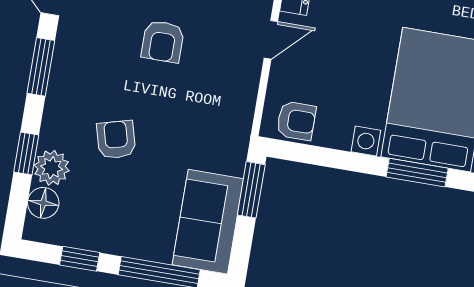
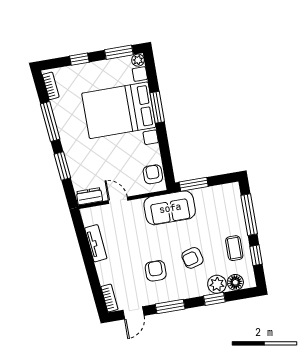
armchair: (163, 41) -> (156, 271), moved, turned -90
sofa: (208, 222) -> (170, 208), moved
coffee table: (107, 223) -> (234, 248), added

